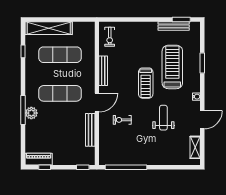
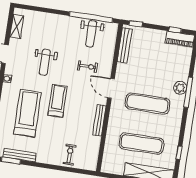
exercise bike: (110, 37) -> (70, 155), moved
treadmill: (172, 67) -> (28, 113), turned 180
door: (97, 103) -> (111, 88), hinge flipped
bench: (90, 130) -> (125, 45), moved
weight bench: (124, 151) -> (91, 34), added

